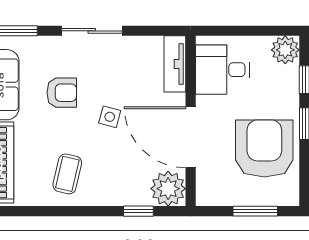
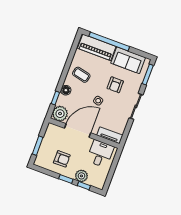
plant: (285, 50) -> (81, 176), moved
armchair: (264, 148) -> (62, 159), width x0.53, depth x0.53
floor lamp: (113, 195) -> (66, 90), added

